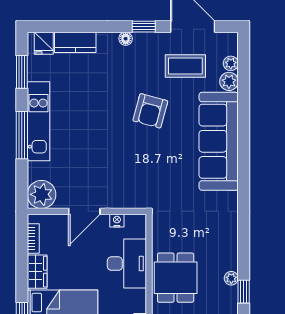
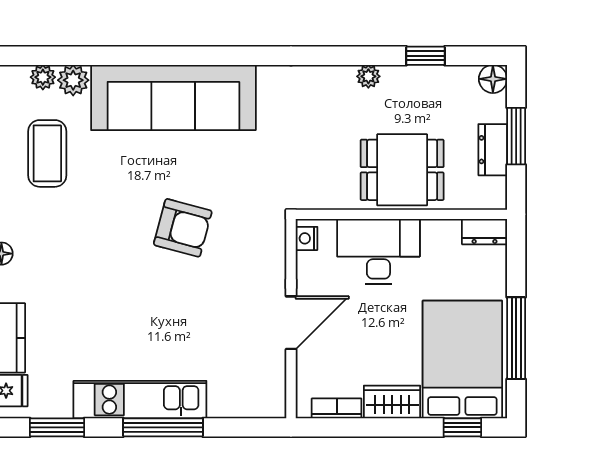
armchair: (150, 111) -> (183, 228), moved
plant: (42, 194) -> (263, 395), removed
door: (84, 211) -> (291, 323), hinge flipped
nightstand: (117, 221) -> (307, 238), moved
plant: (231, 278) -> (368, 76), moved

